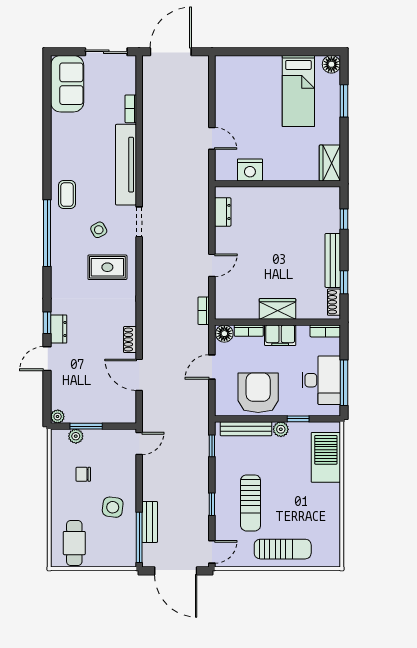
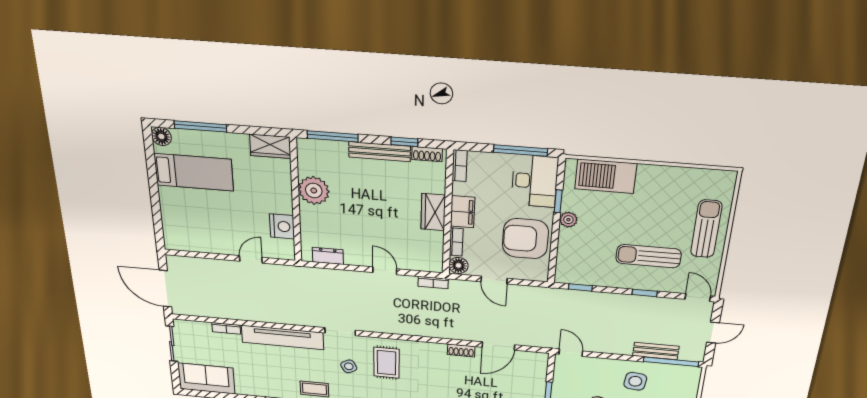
window: (344, 101) -> (200, 126), width x1.44
plant: (290, 201) -> (314, 190), added
window: (344, 219) -> (333, 136), width x2.17
desk: (321, 380) -> (535, 181), moved, turned 90
bench: (246, 429) -> (564, 254), removed
sun lounger: (251, 503) -> (648, 256), turned 180
door: (176, 571) -> (713, 333), width x0.53

